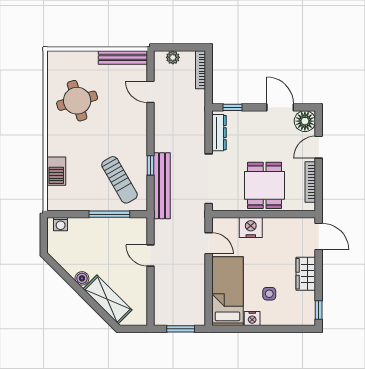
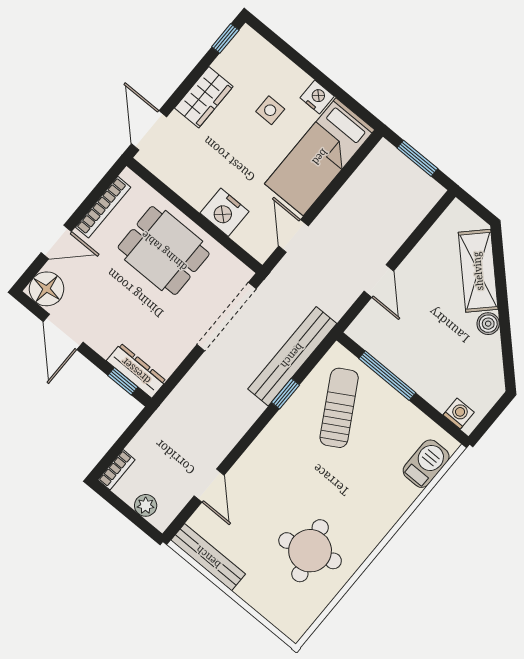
bookcase: (201, 70) -> (116, 470), width x0.64
dresser: (219, 133) -> (136, 371), moved, turned 90
barbecue: (56, 171) -> (426, 464), moved
dining table: (265, 185) -> (164, 251), turned 90

